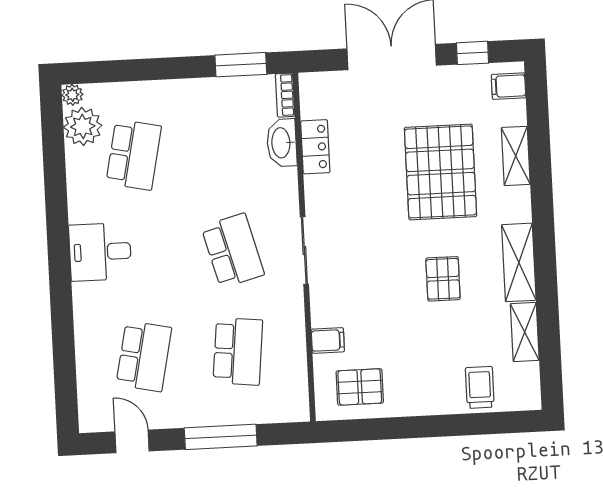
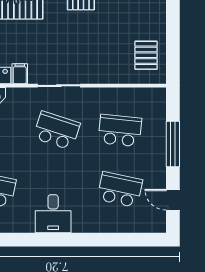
school desk: (233, 251) -> (57, 131), turned 33
filing cabinet: (328, 340) -> (20, 74), moved
door: (132, 441) -> (173, 200), hinge flipped

